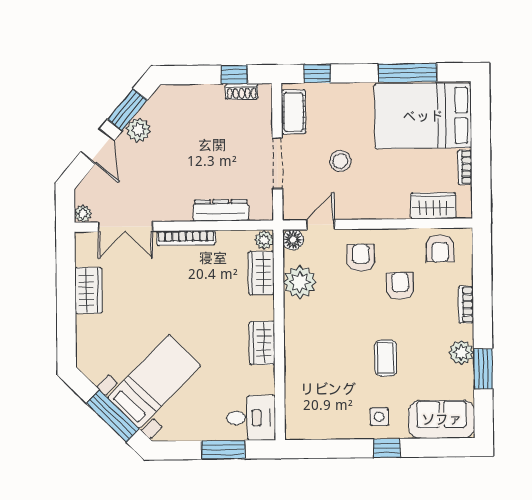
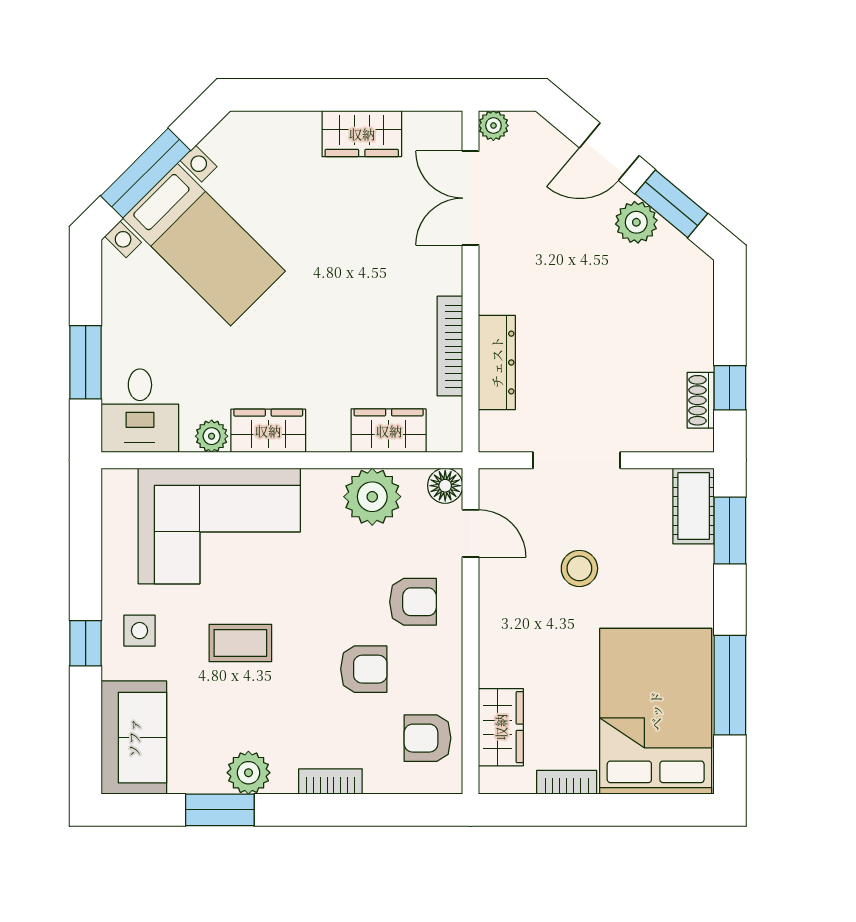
window: (317, 74) -> (730, 531), width x1.50
cot: (293, 112) -> (694, 506), moved, turned 90
bookcase: (186, 238) -> (450, 346), moved
plant: (264, 240) -> (212, 436), moved
corner sofa: (318, 371) -> (219, 526), added

